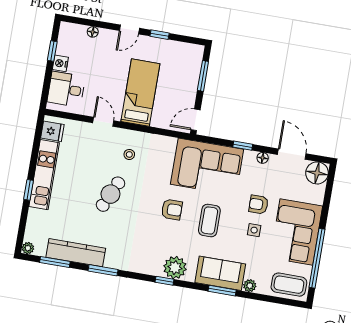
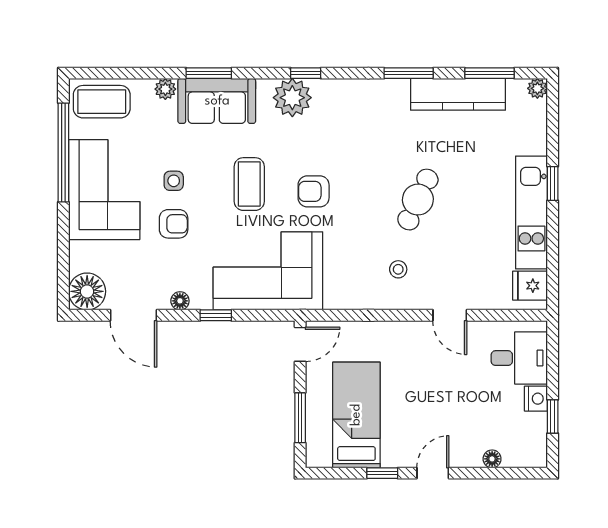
bed: (140, 93) -> (356, 415), moved, turned 180

